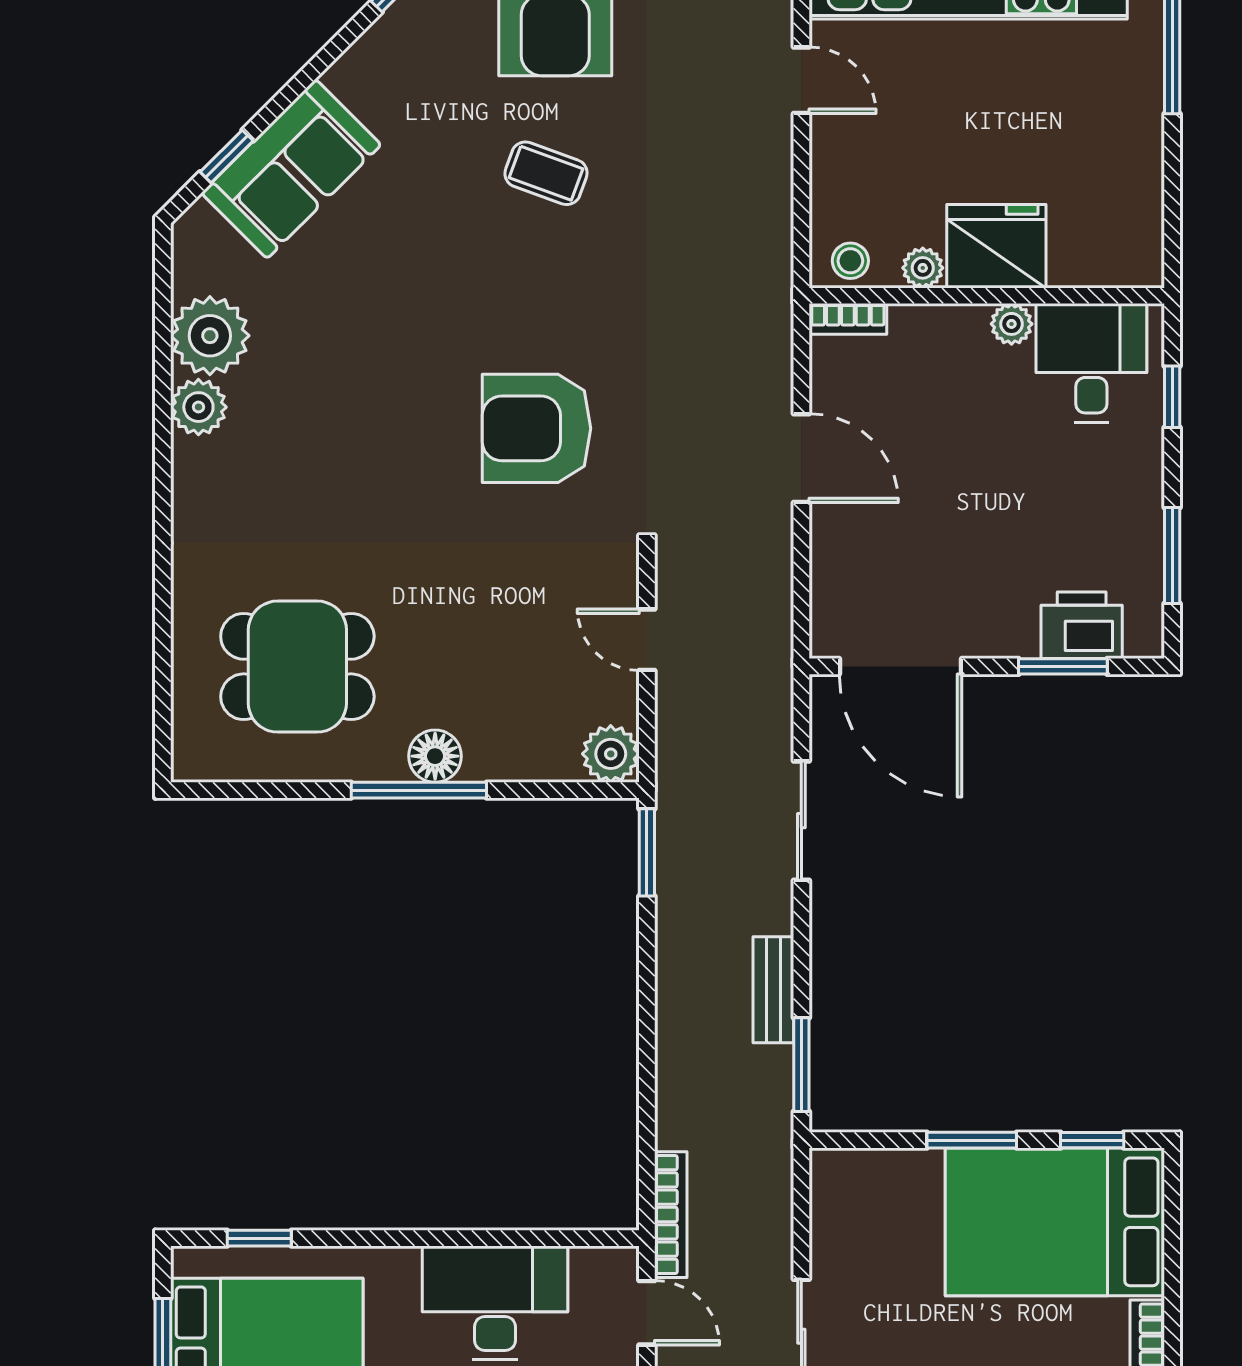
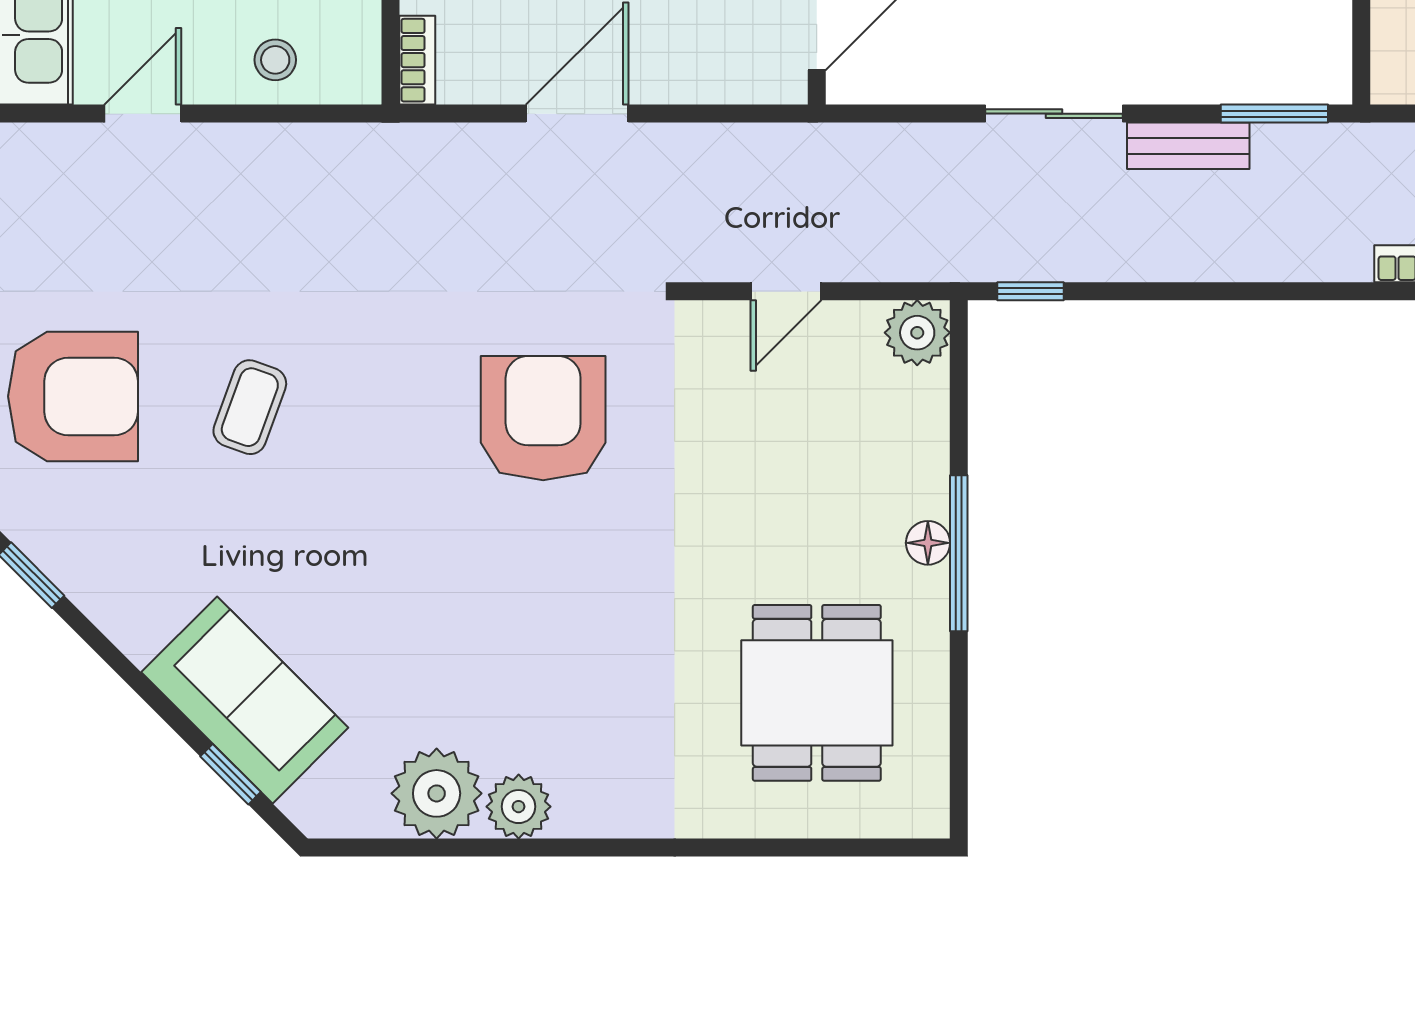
stool: (850, 261) -> (275, 60), moved
armchair: (536, 428) -> (543, 418), turned 180
floor lamp: (435, 756) -> (928, 543), width x0.73, depth x0.73
sliding door: (801, 821) -> (1054, 114), moved
window: (647, 852) -> (1031, 291), width x0.67

